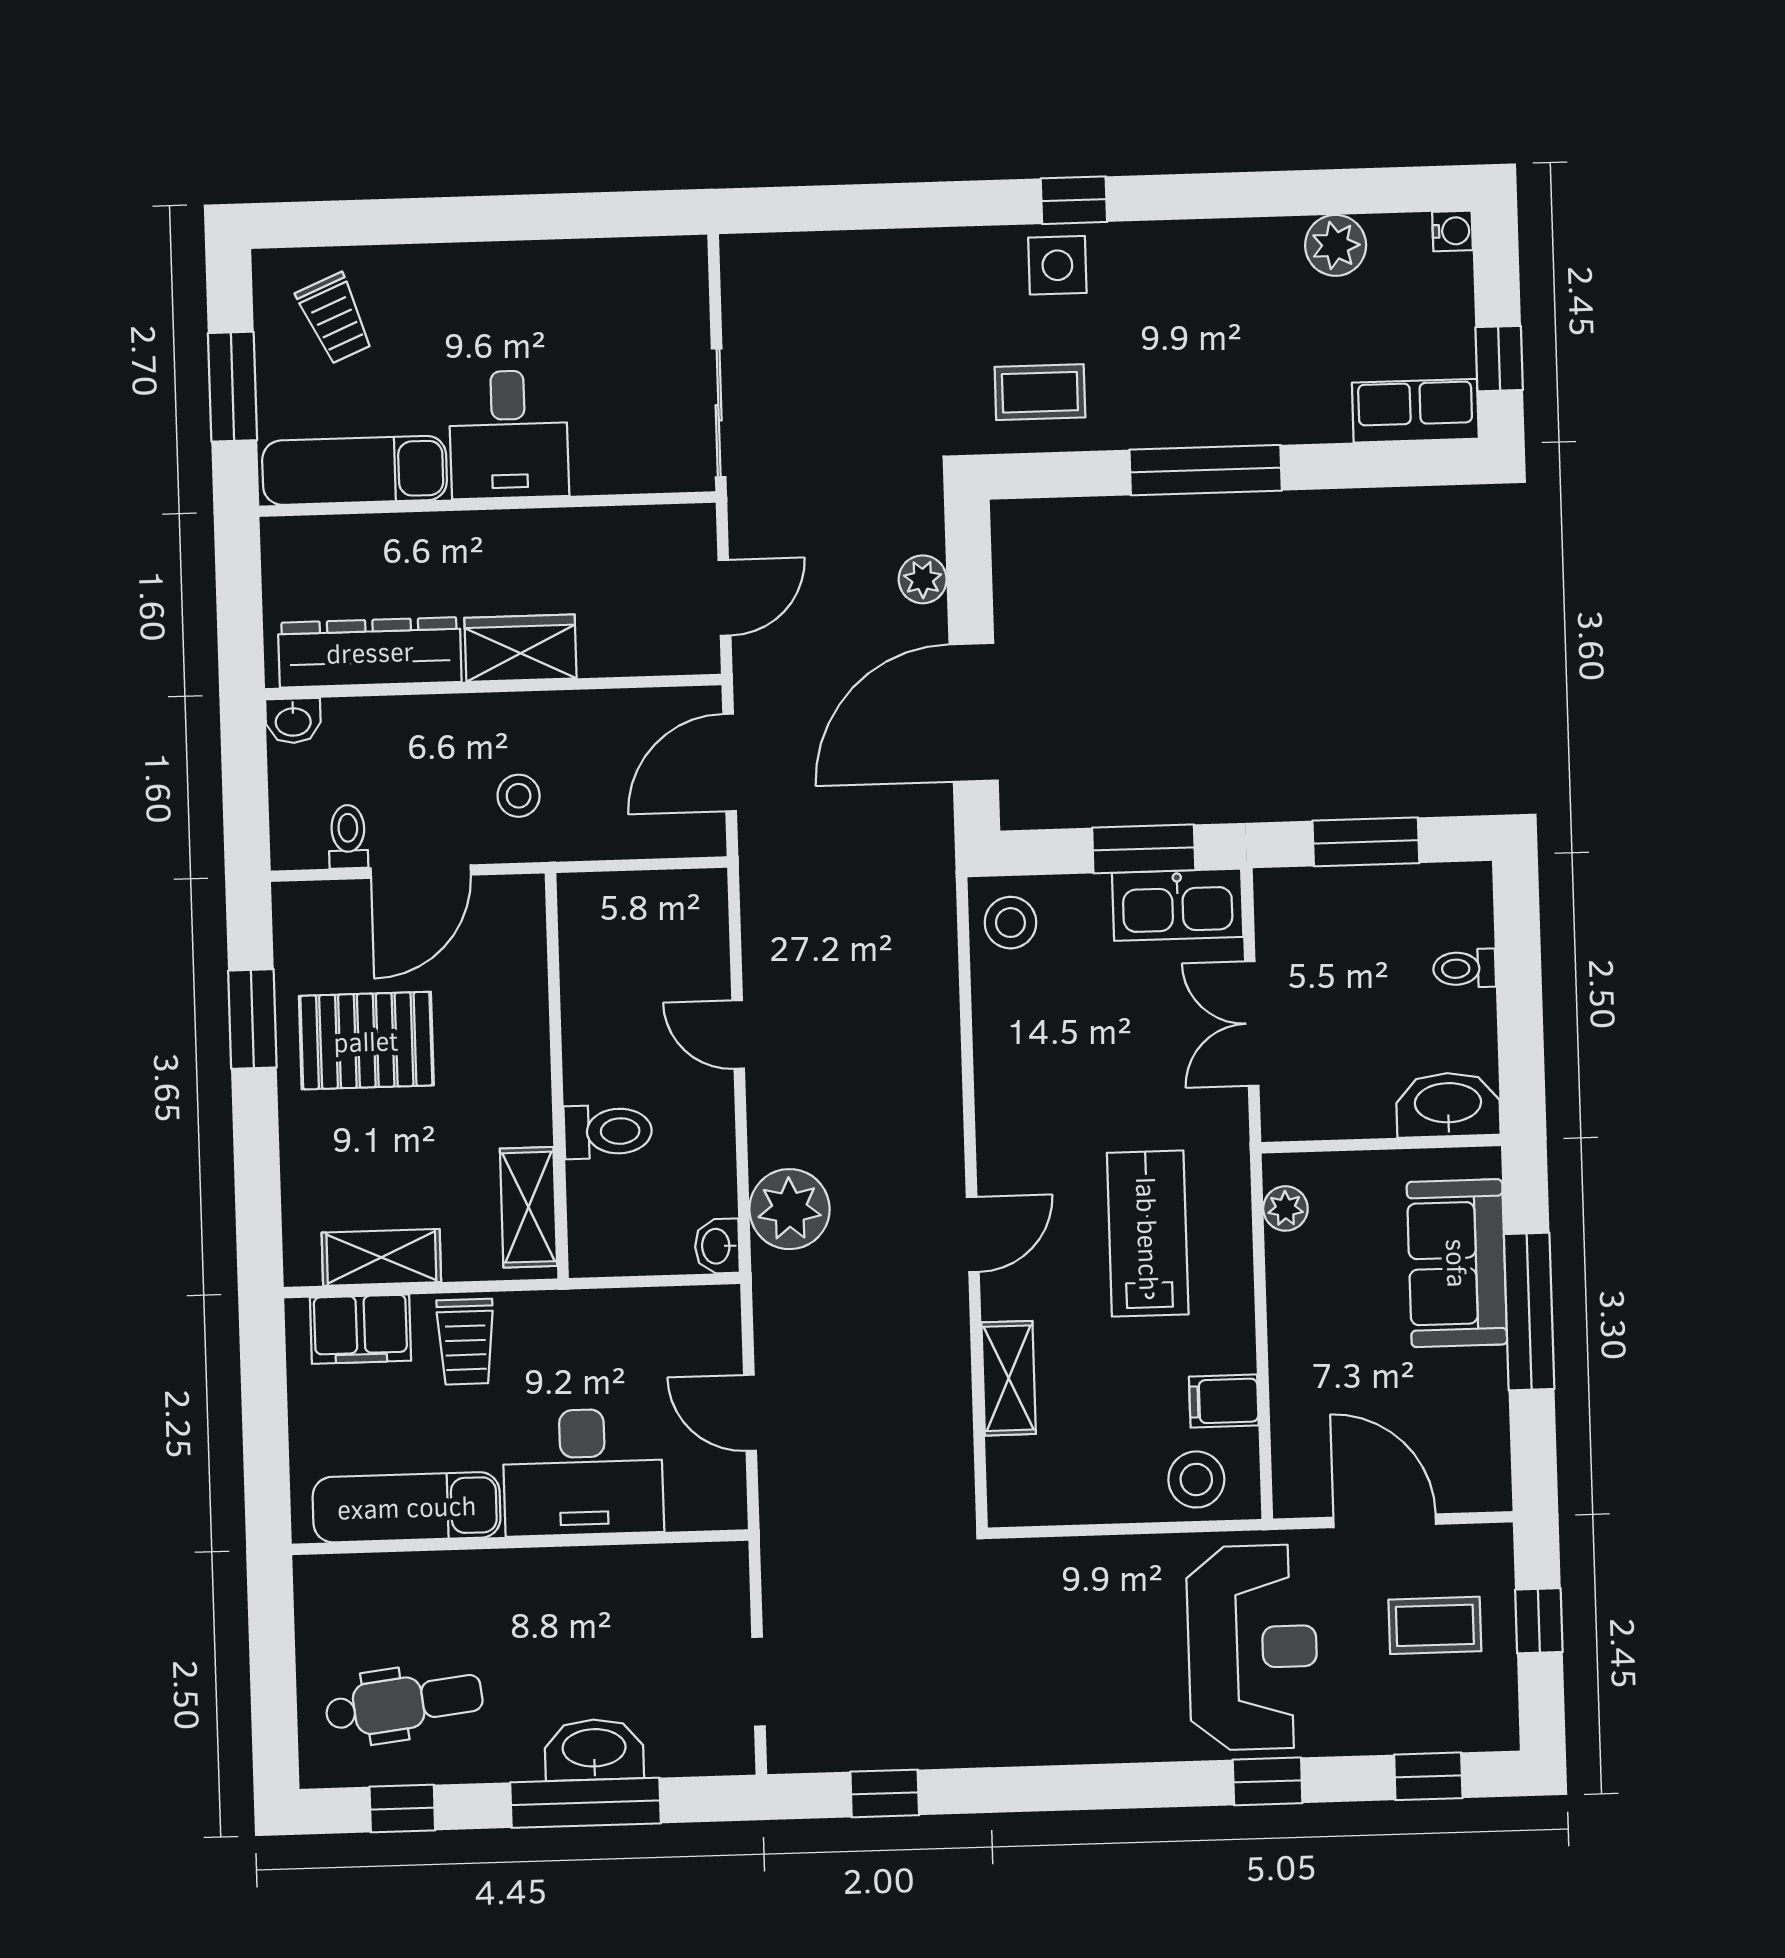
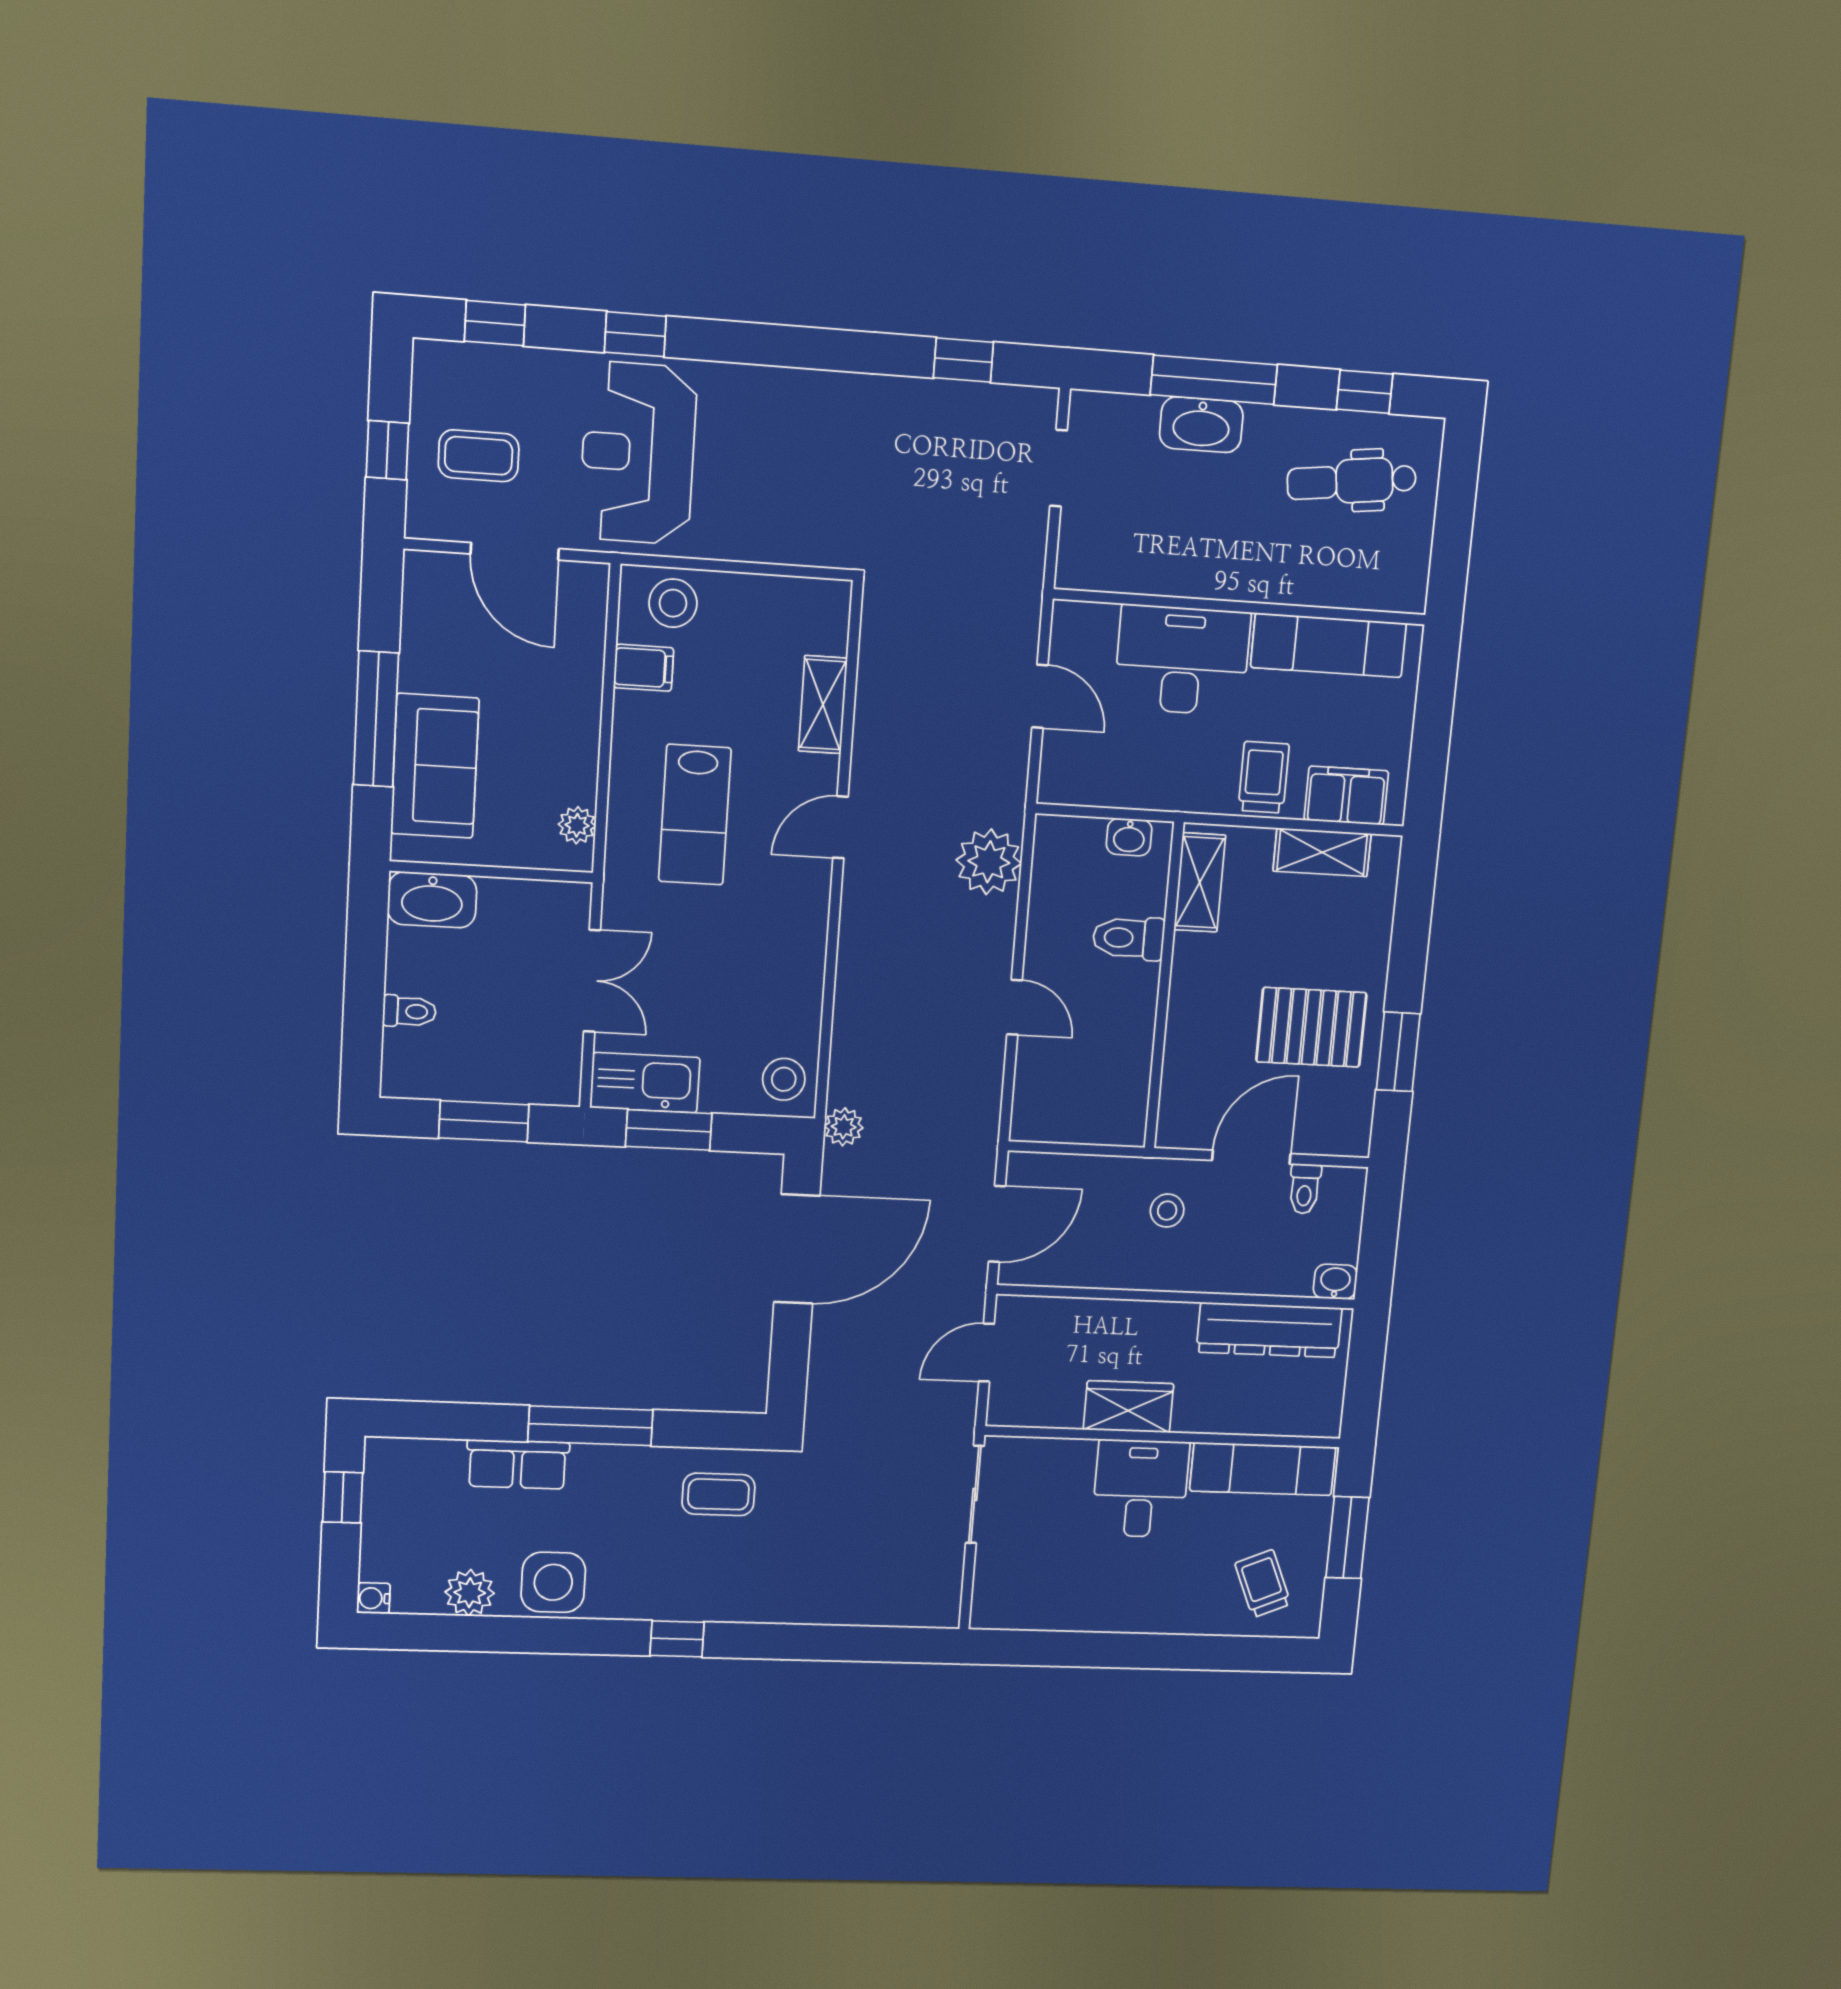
side table: (1057, 265) -> (553, 1582), moved, width x1.37, depth x1.37
row of seats: (1415, 411) -> (518, 1464), moved
plant: (923, 579) -> (844, 1127), moved
wardrobe: (520, 648) -> (1128, 1407), moved, turned 180
washbasin: (717, 1246) -> (1129, 837), moved, turned 90

